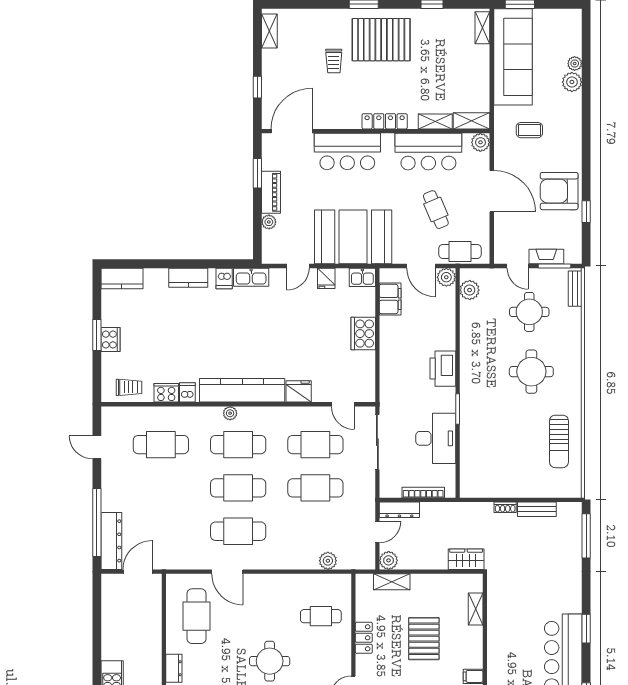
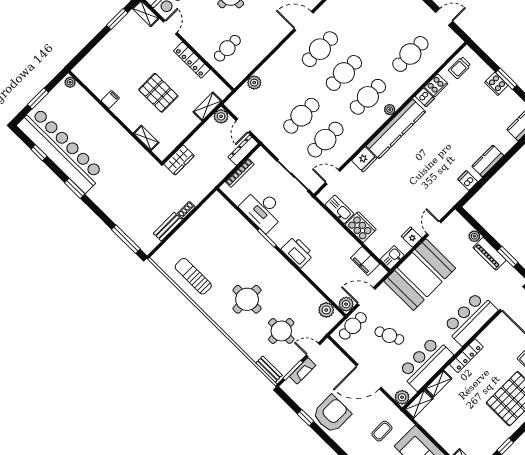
kitchen sink: (251, 277) -> (339, 209), moved, turned 90
locker: (364, 638) -> (192, 60), width x1.53

